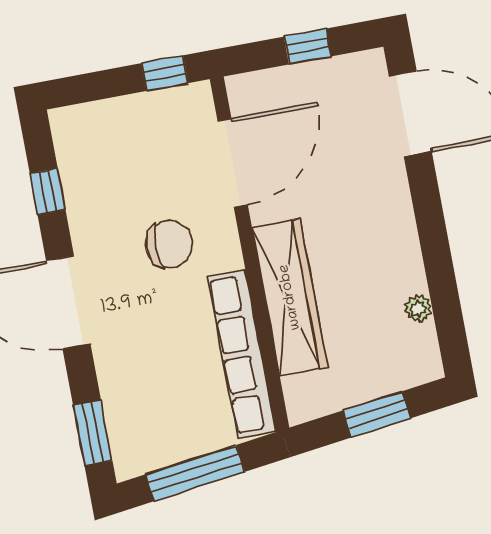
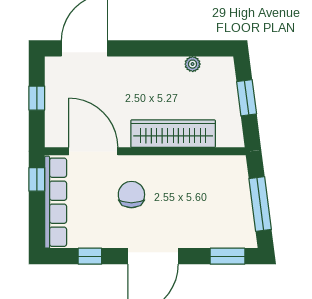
row of seats: (241, 354) -> (56, 202), moved, turned -90

